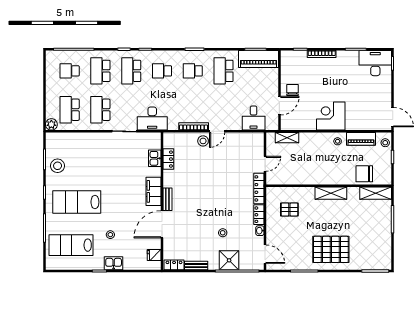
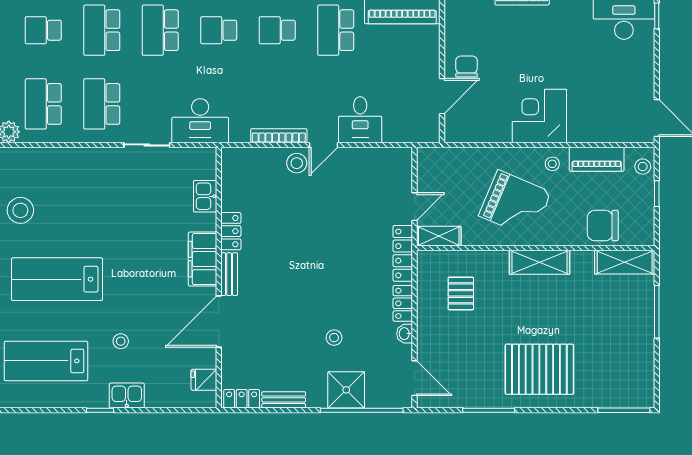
desk: (254, 118) -> (360, 120), moved
shelving: (287, 138) -> (439, 236), moved
locker: (168, 159) -> (231, 231), moved
grand piano: (318, 162) -> (515, 204), added
pallet: (289, 210) -> (461, 293), turned 90

